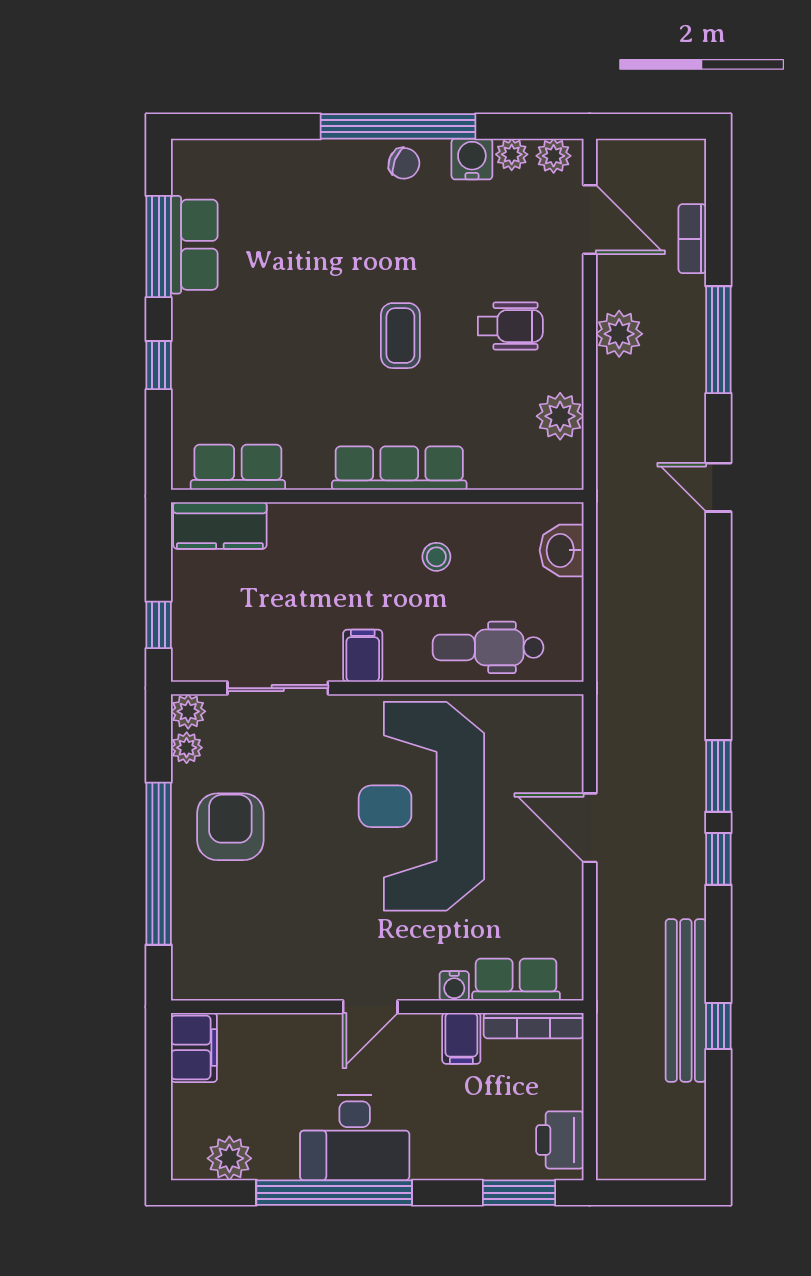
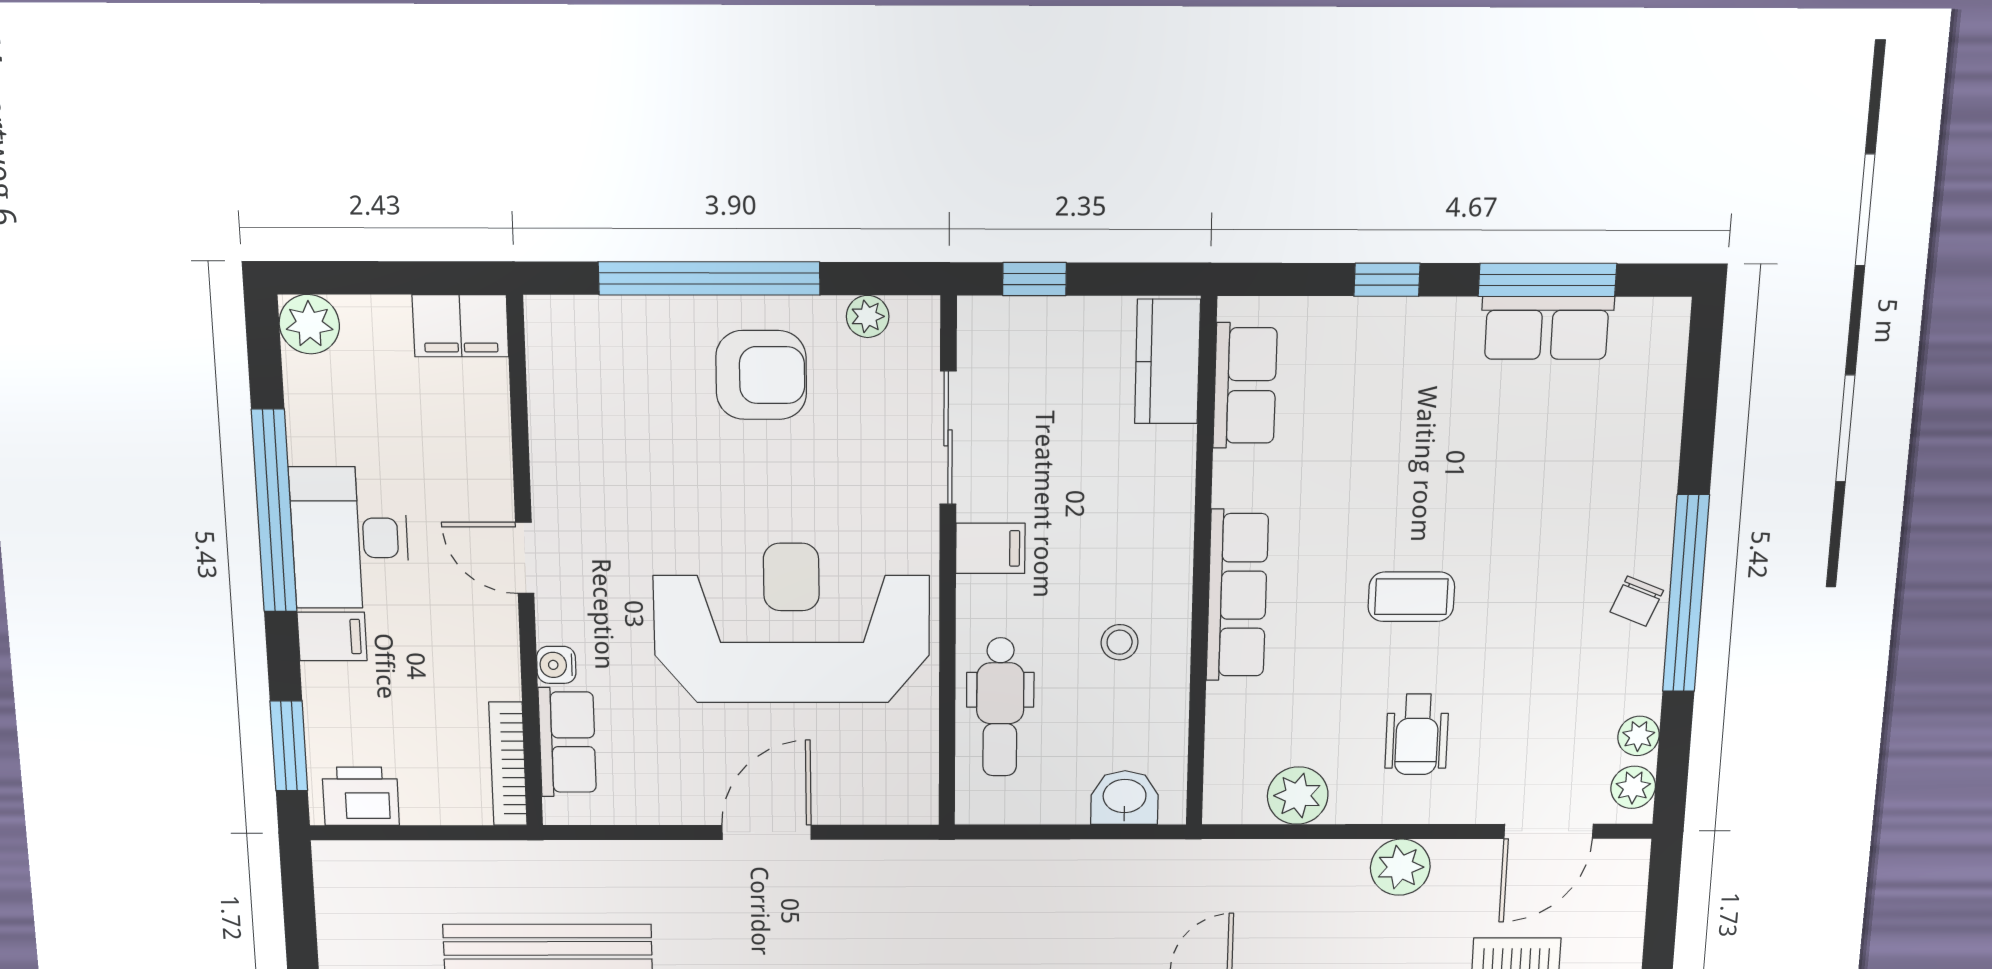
water cooler: (472, 159) -> (1636, 687), removed
dental chair: (488, 647) -> (1000, 707), turned 180
plant: (188, 711) -> (917, 319), removed
filing cabinet: (461, 1038) -> (332, 636), moved, turned 180
plant: (229, 1158) -> (309, 324), moved

